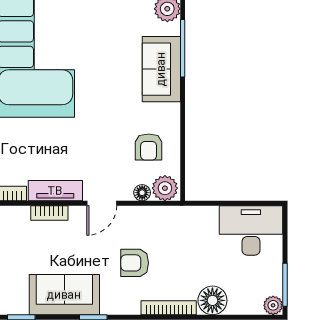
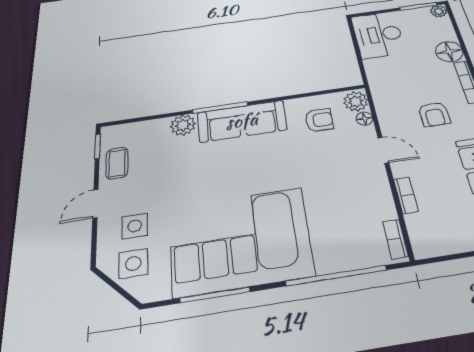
sofa: (161, 69) -> (242, 121), width x1.36
tv unit: (55, 191) -> (381, 193), removed

